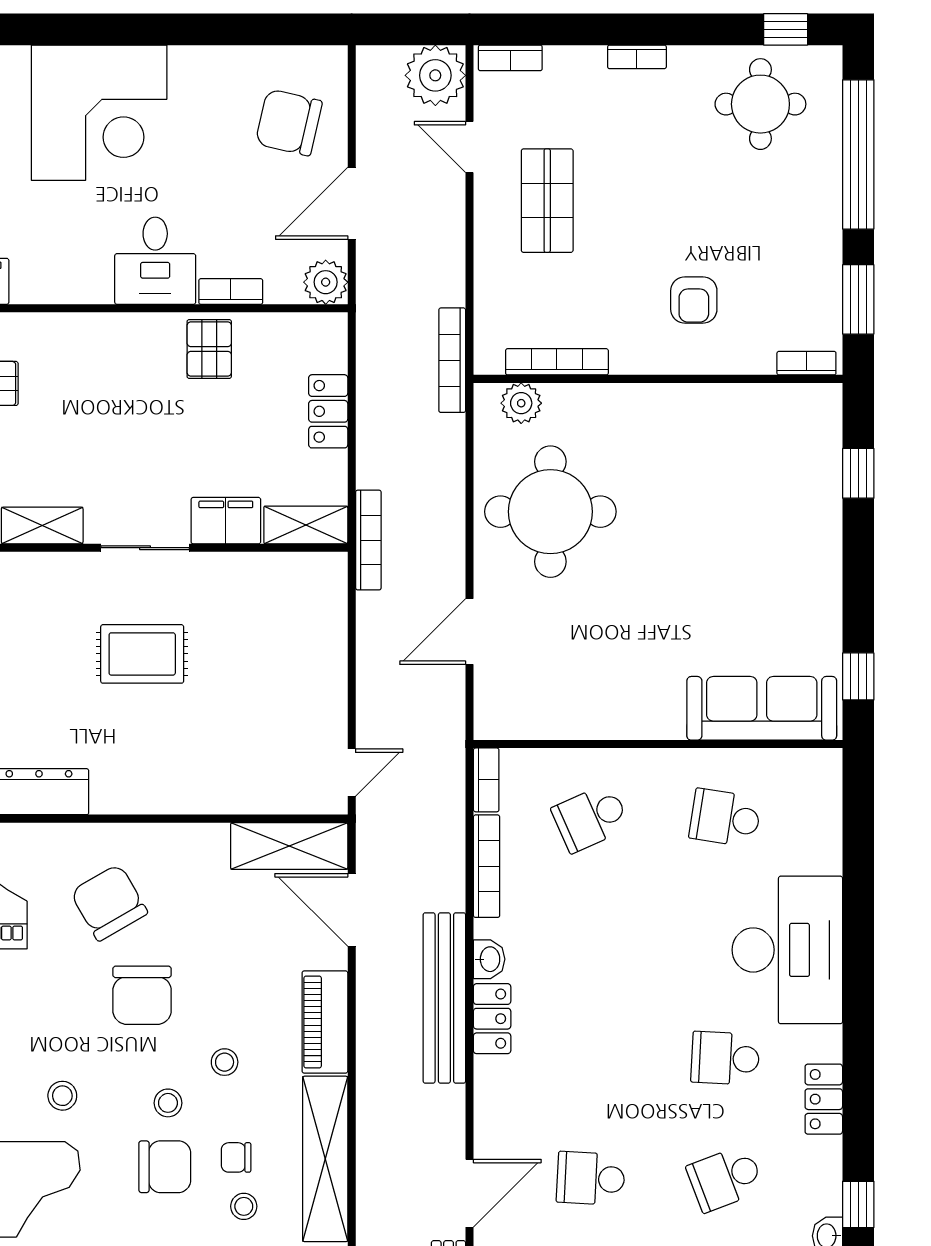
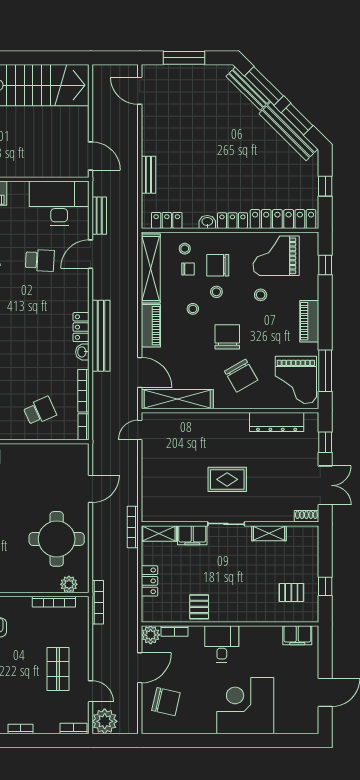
bookcase: (231, 291) -> (174, 631), moved
shelving: (289, 846) -> (177, 399), width x1.47

